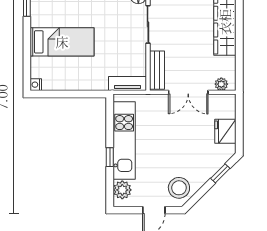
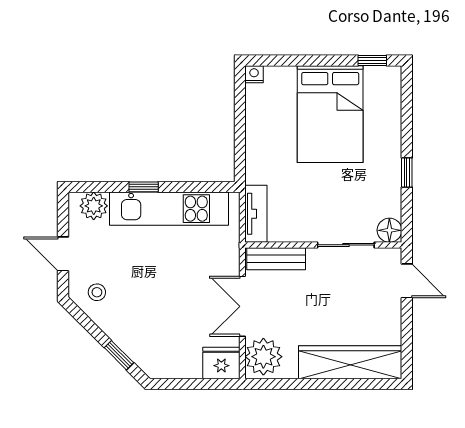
bed: (62, 42) -> (330, 114), width x1.50
plant: (221, 84) -> (263, 357), width x1.88, depth x1.88
fridge: (225, 131) -> (221, 363), moved
stool: (179, 188) -> (97, 292), width x0.53, depth x0.53

